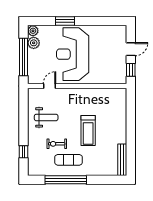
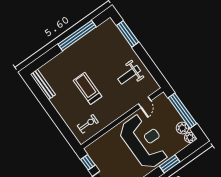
exercise bike: (57, 144) -> (88, 124), moved
window: (24, 152) -> (128, 34), width x2.17
exercise mat: (69, 160) -> (86, 53), removed

